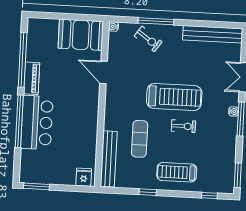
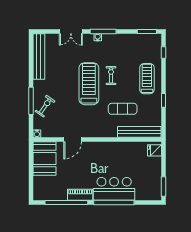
treadmill: (177, 172) -> (147, 79), turned 180

